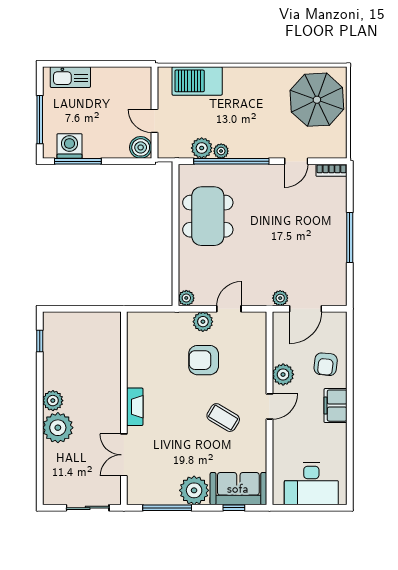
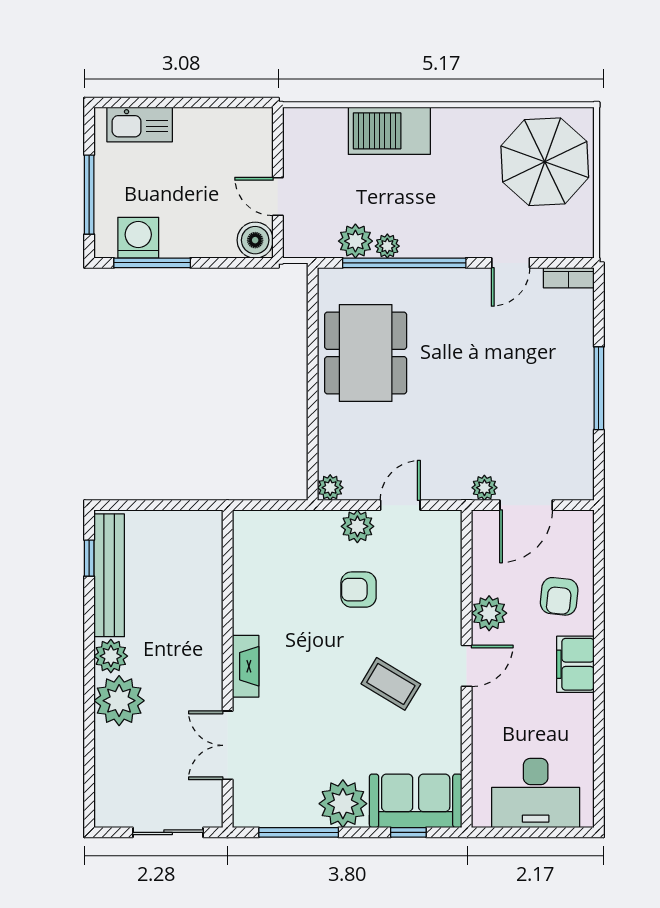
barbecue: (197, 81) -> (389, 131), moved
bench: (52, 351) -> (109, 575), added
armchair: (204, 360) -> (359, 590), width x0.72, depth x0.72

